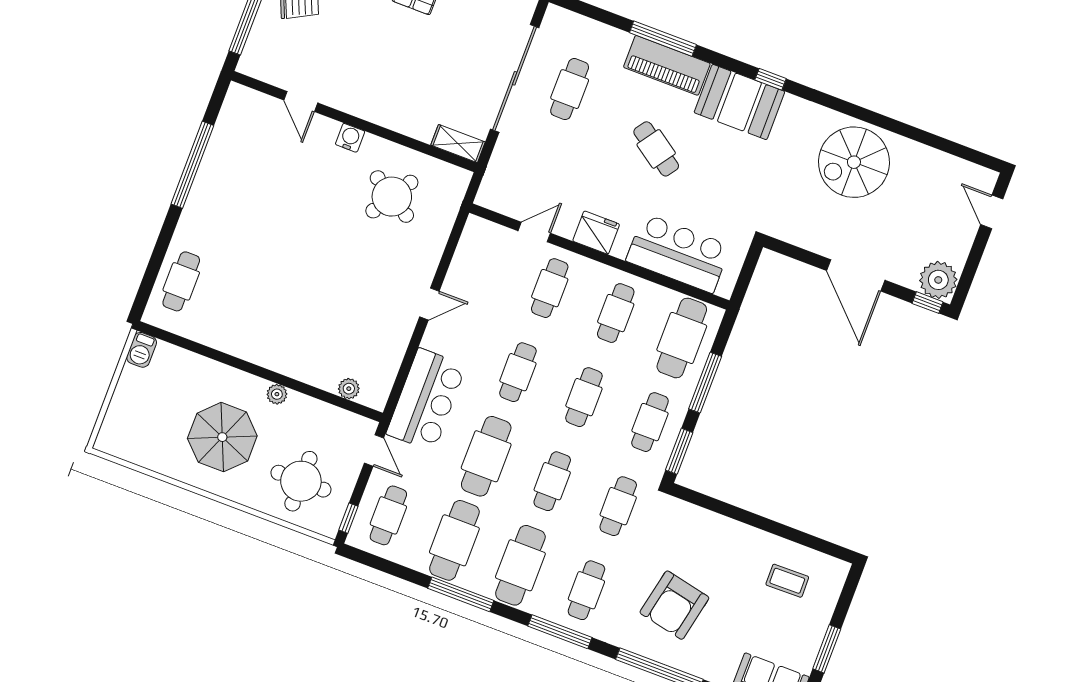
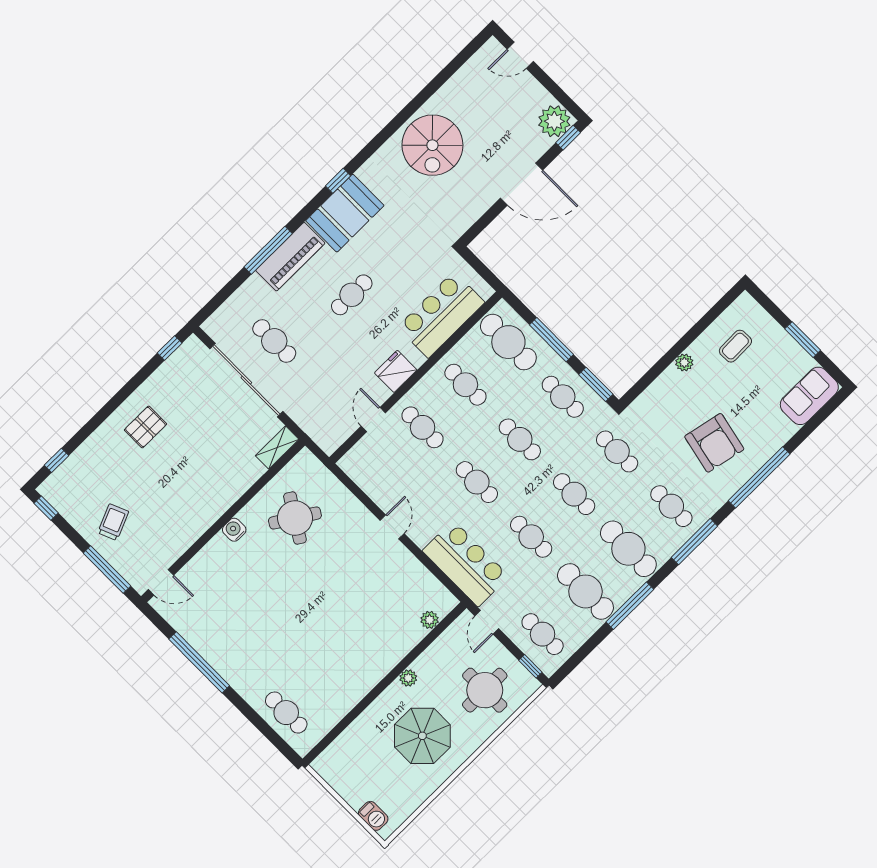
door: (301, 101) -> (161, 582), moved
cafe table: (656, 149) -> (352, 295), turned -35
barbecue: (142, 350) -> (373, 816), moved
door: (374, 451) -> (487, 622), swing flipped
cafe table: (486, 456) -> (531, 537), width x0.73, depth x0.74
plant: (745, 534) -> (684, 362), added

